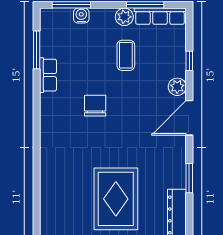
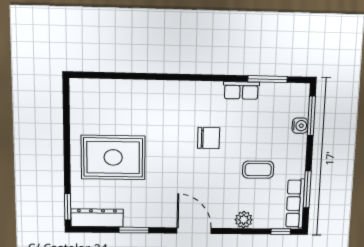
plant: (124, 17) -> (296, 169), removed
window: (189, 61) -> (281, 232), moved
plant: (177, 87) -> (244, 220), moved

